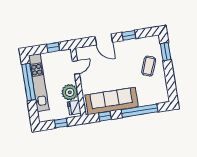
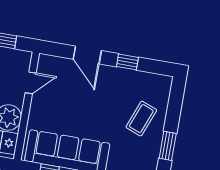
window: (166, 52) -> (168, 146), moved

